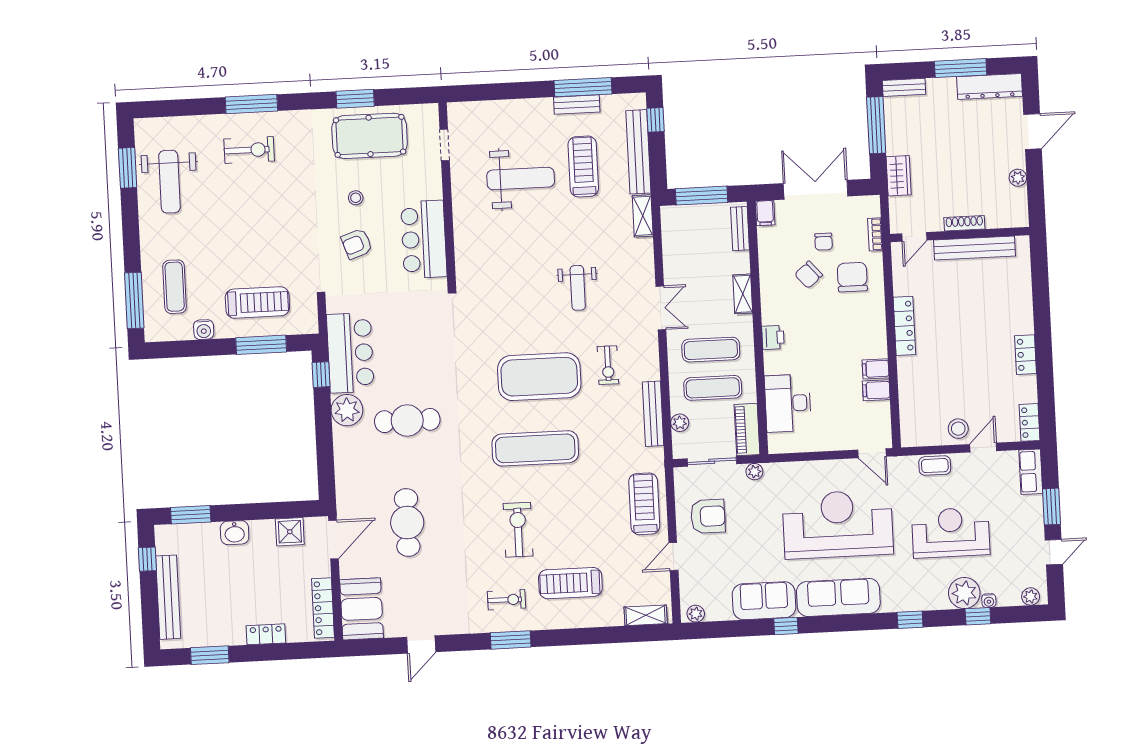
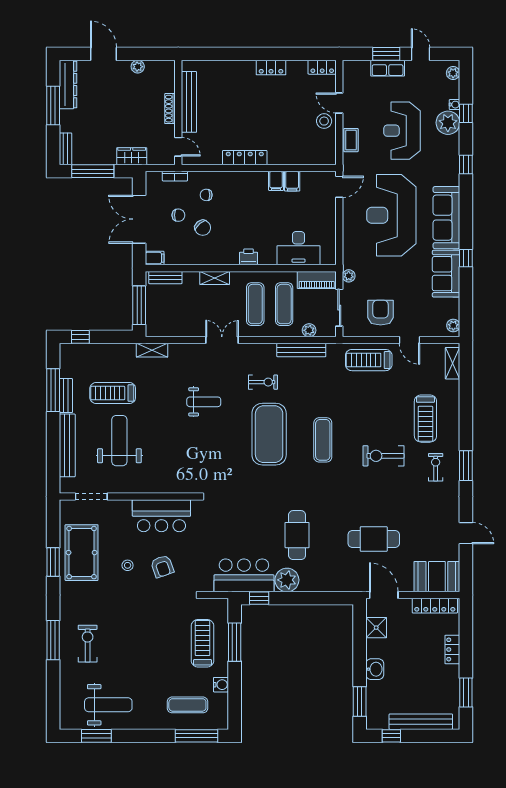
doorway: (445, 145) -> (91, 496), width x1.38
bench: (638, 152) -> (67, 445), moved, turned 90
chair: (852, 277) -> (206, 195), width x0.54, depth x0.54
exercise mat: (535, 448) -> (323, 440), width x0.73, depth x0.69
row of seats: (1031, 472) -> (388, 68), moved

